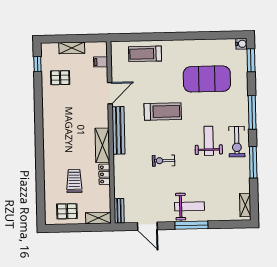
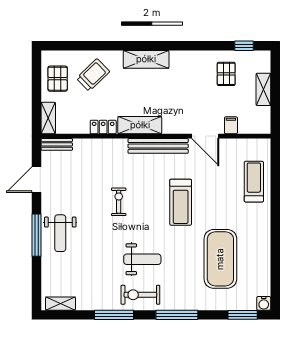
filing cabinet: (101, 62) -> (231, 125), moved
shelving: (50, 141) -> (146, 59), added
trolley: (74, 181) -> (93, 75), moved, turned -44

